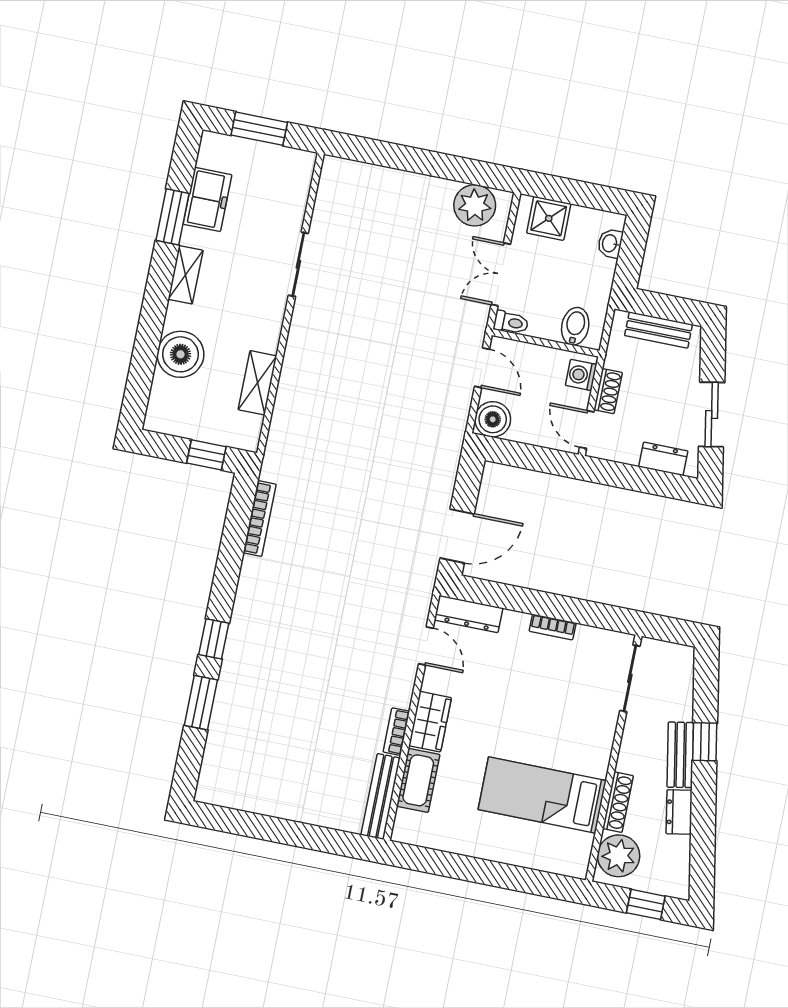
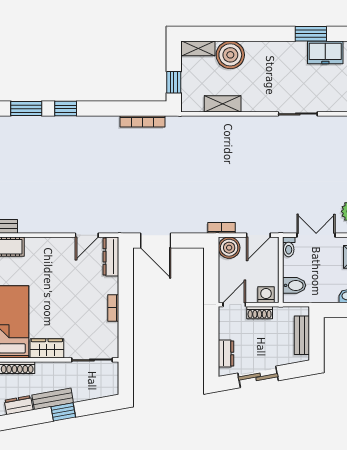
shelving: (186, 275) -> (198, 48), moved
wardrobe: (430, 722) -> (47, 348), moved, turned 180
bookcase: (396, 732) -> (222, 228), moved

